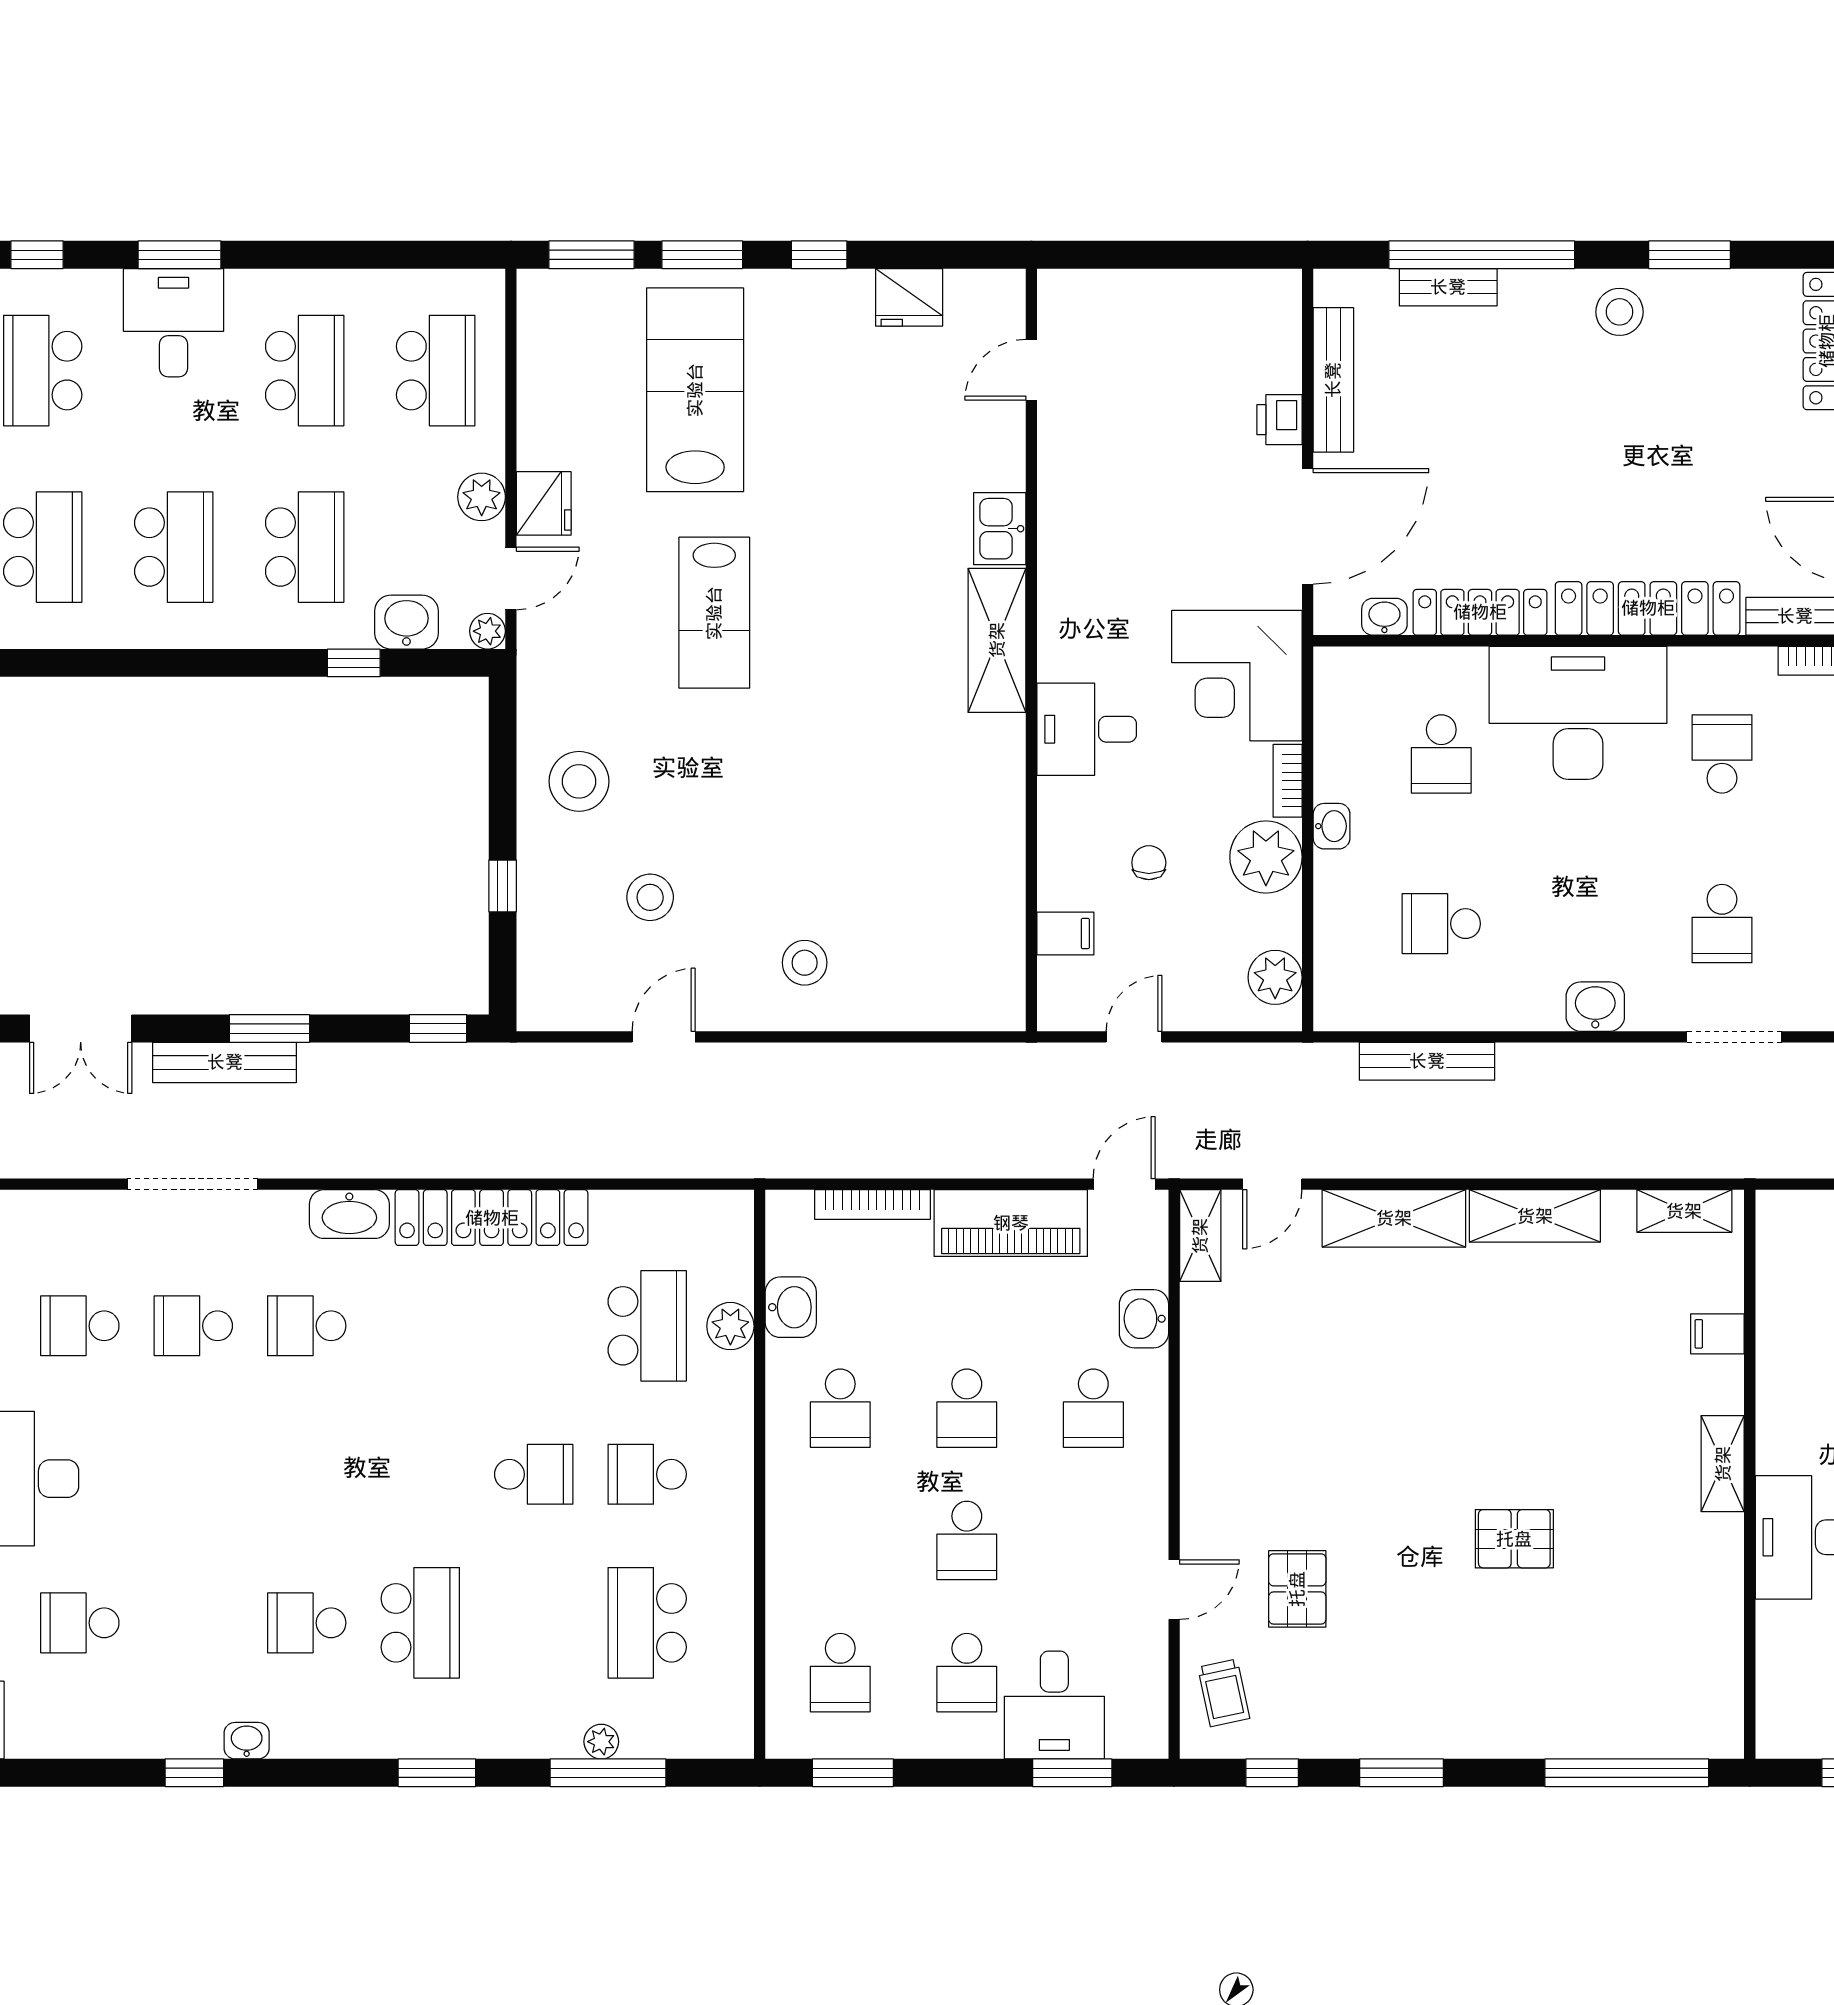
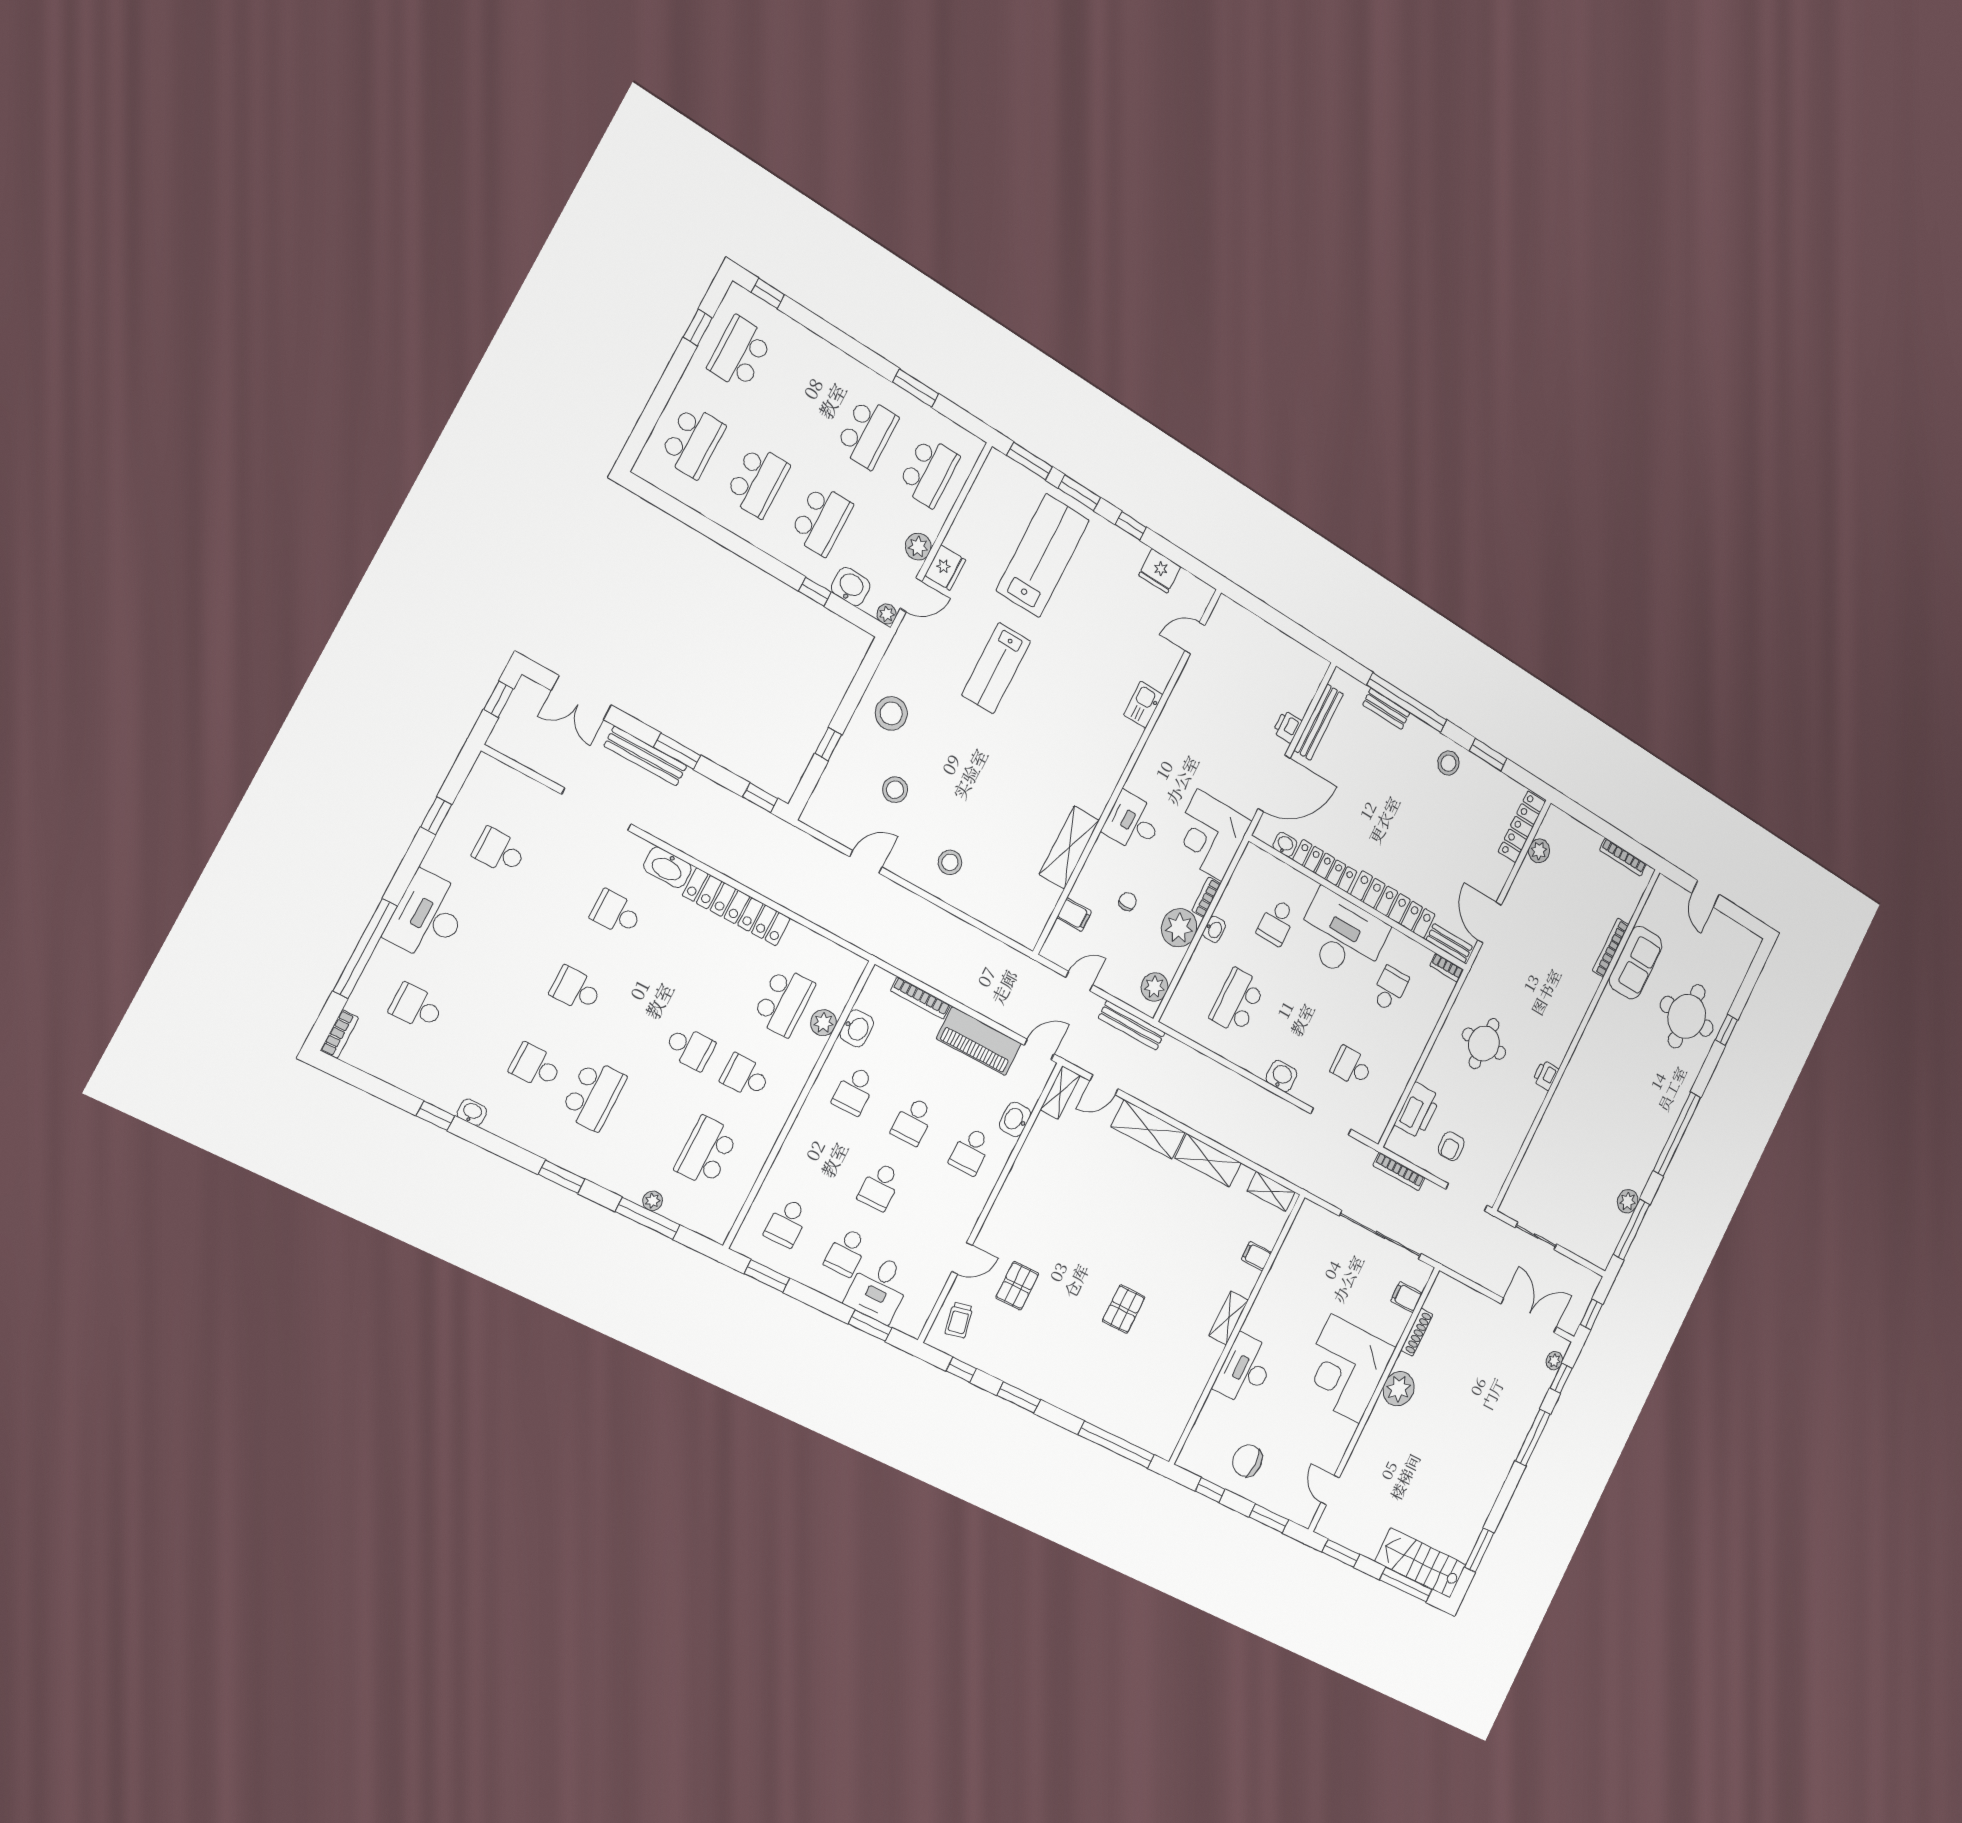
window: (180, 255) -> (916, 388), moved
desk: (174, 323) -> (817, 370), removed
shelving: (997, 640) -> (1069, 847), moved
school desk: (1441, 924) -> (1237, 1001), width x1.85
school desk: (1722, 924) -> (1352, 1067), turned 90
bench: (1427, 1061) -> (1132, 1025), moved
school desk: (193, 1326) -> (576, 989), moved
pallet: (1514, 1539) -> (1124, 1309), turned 90

